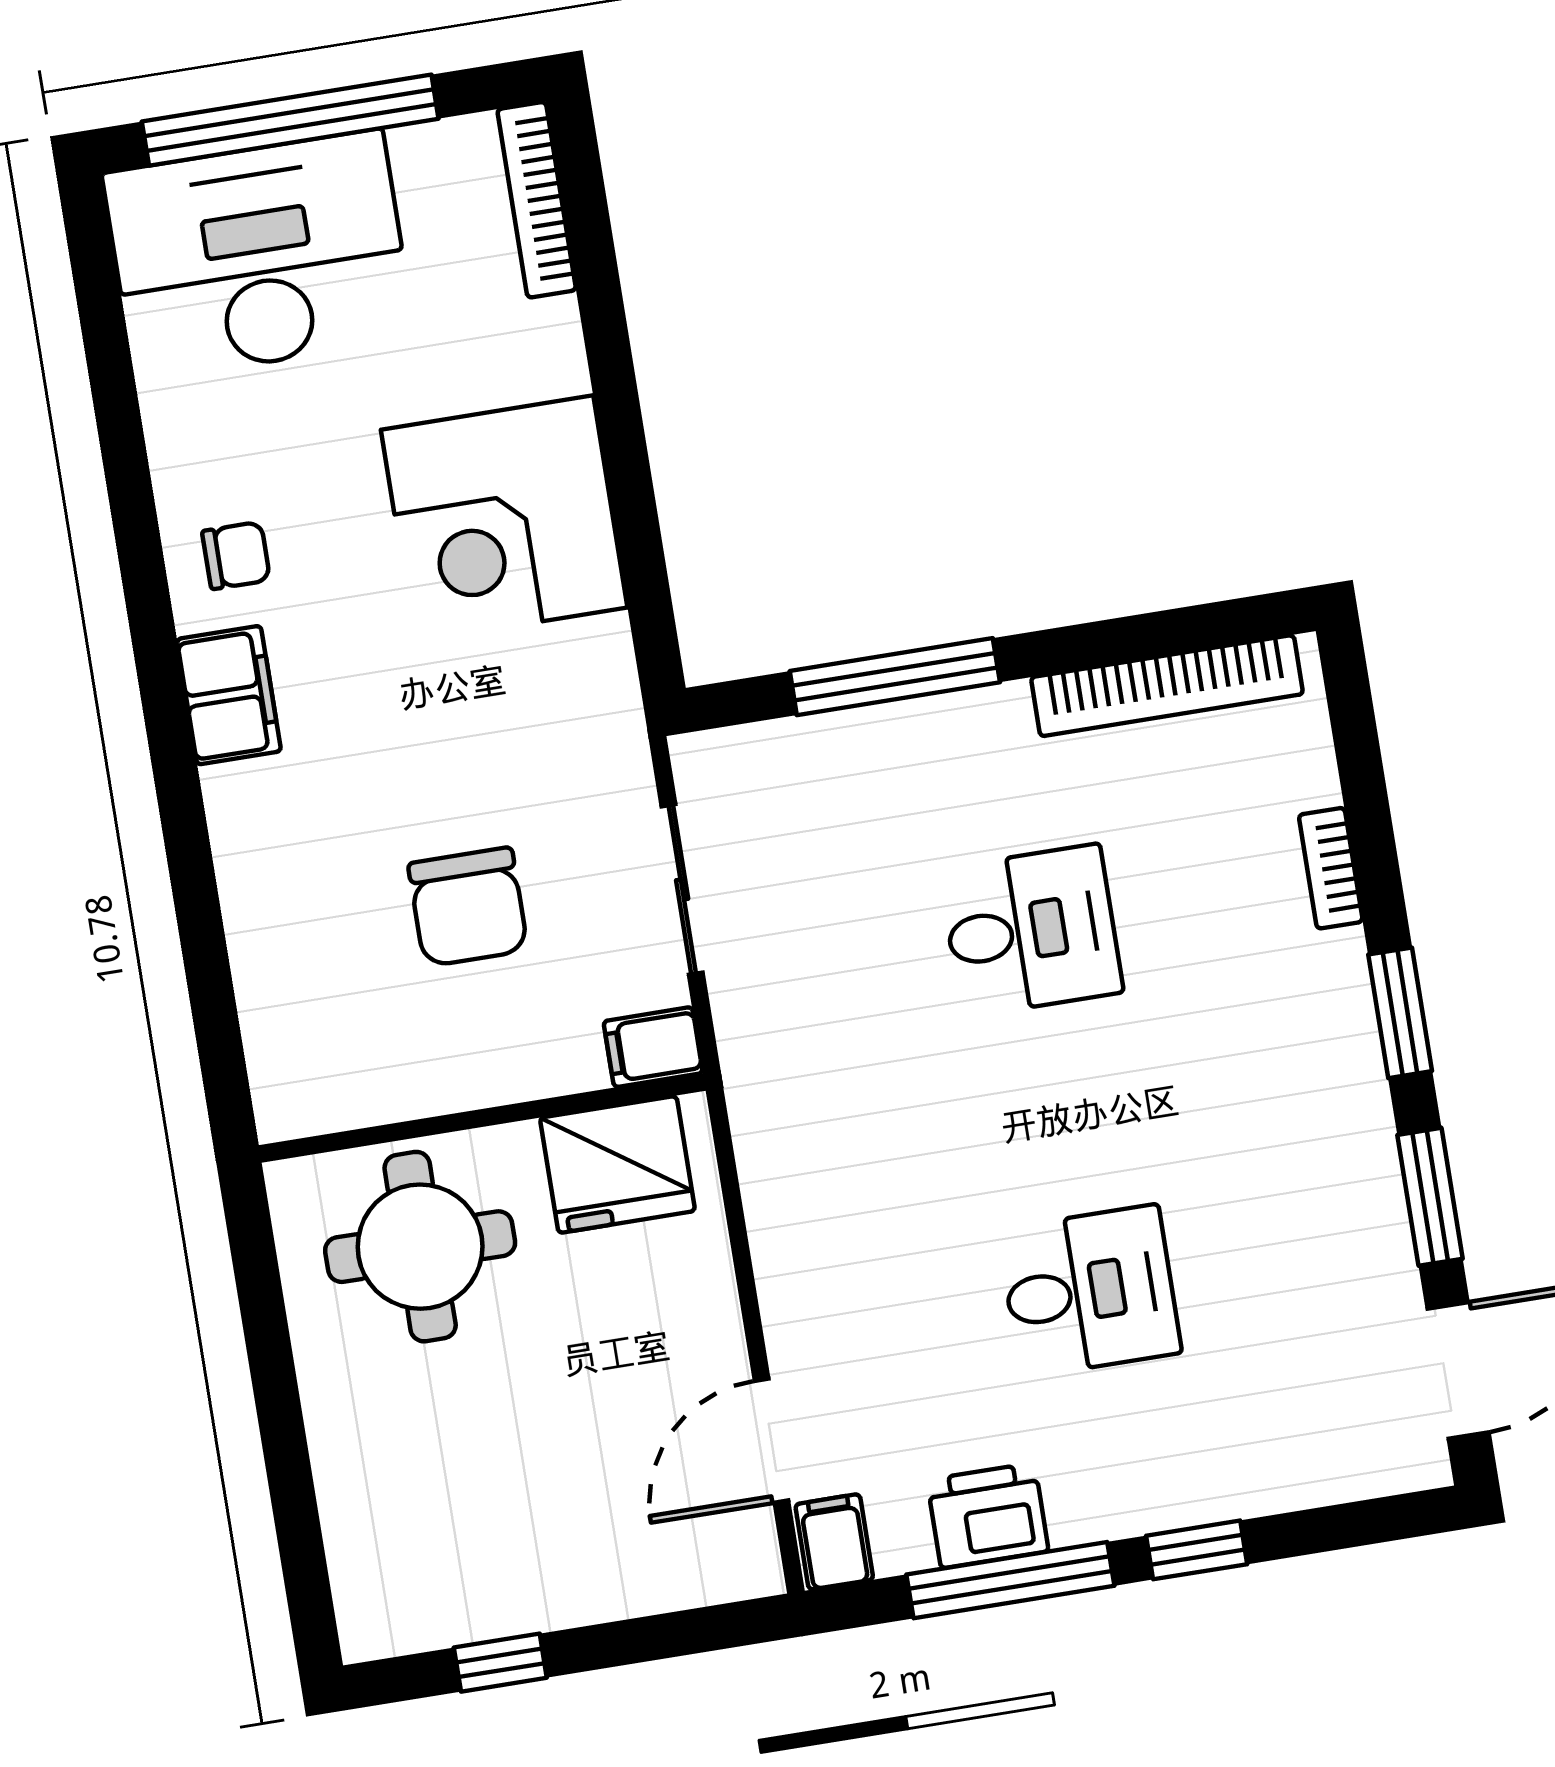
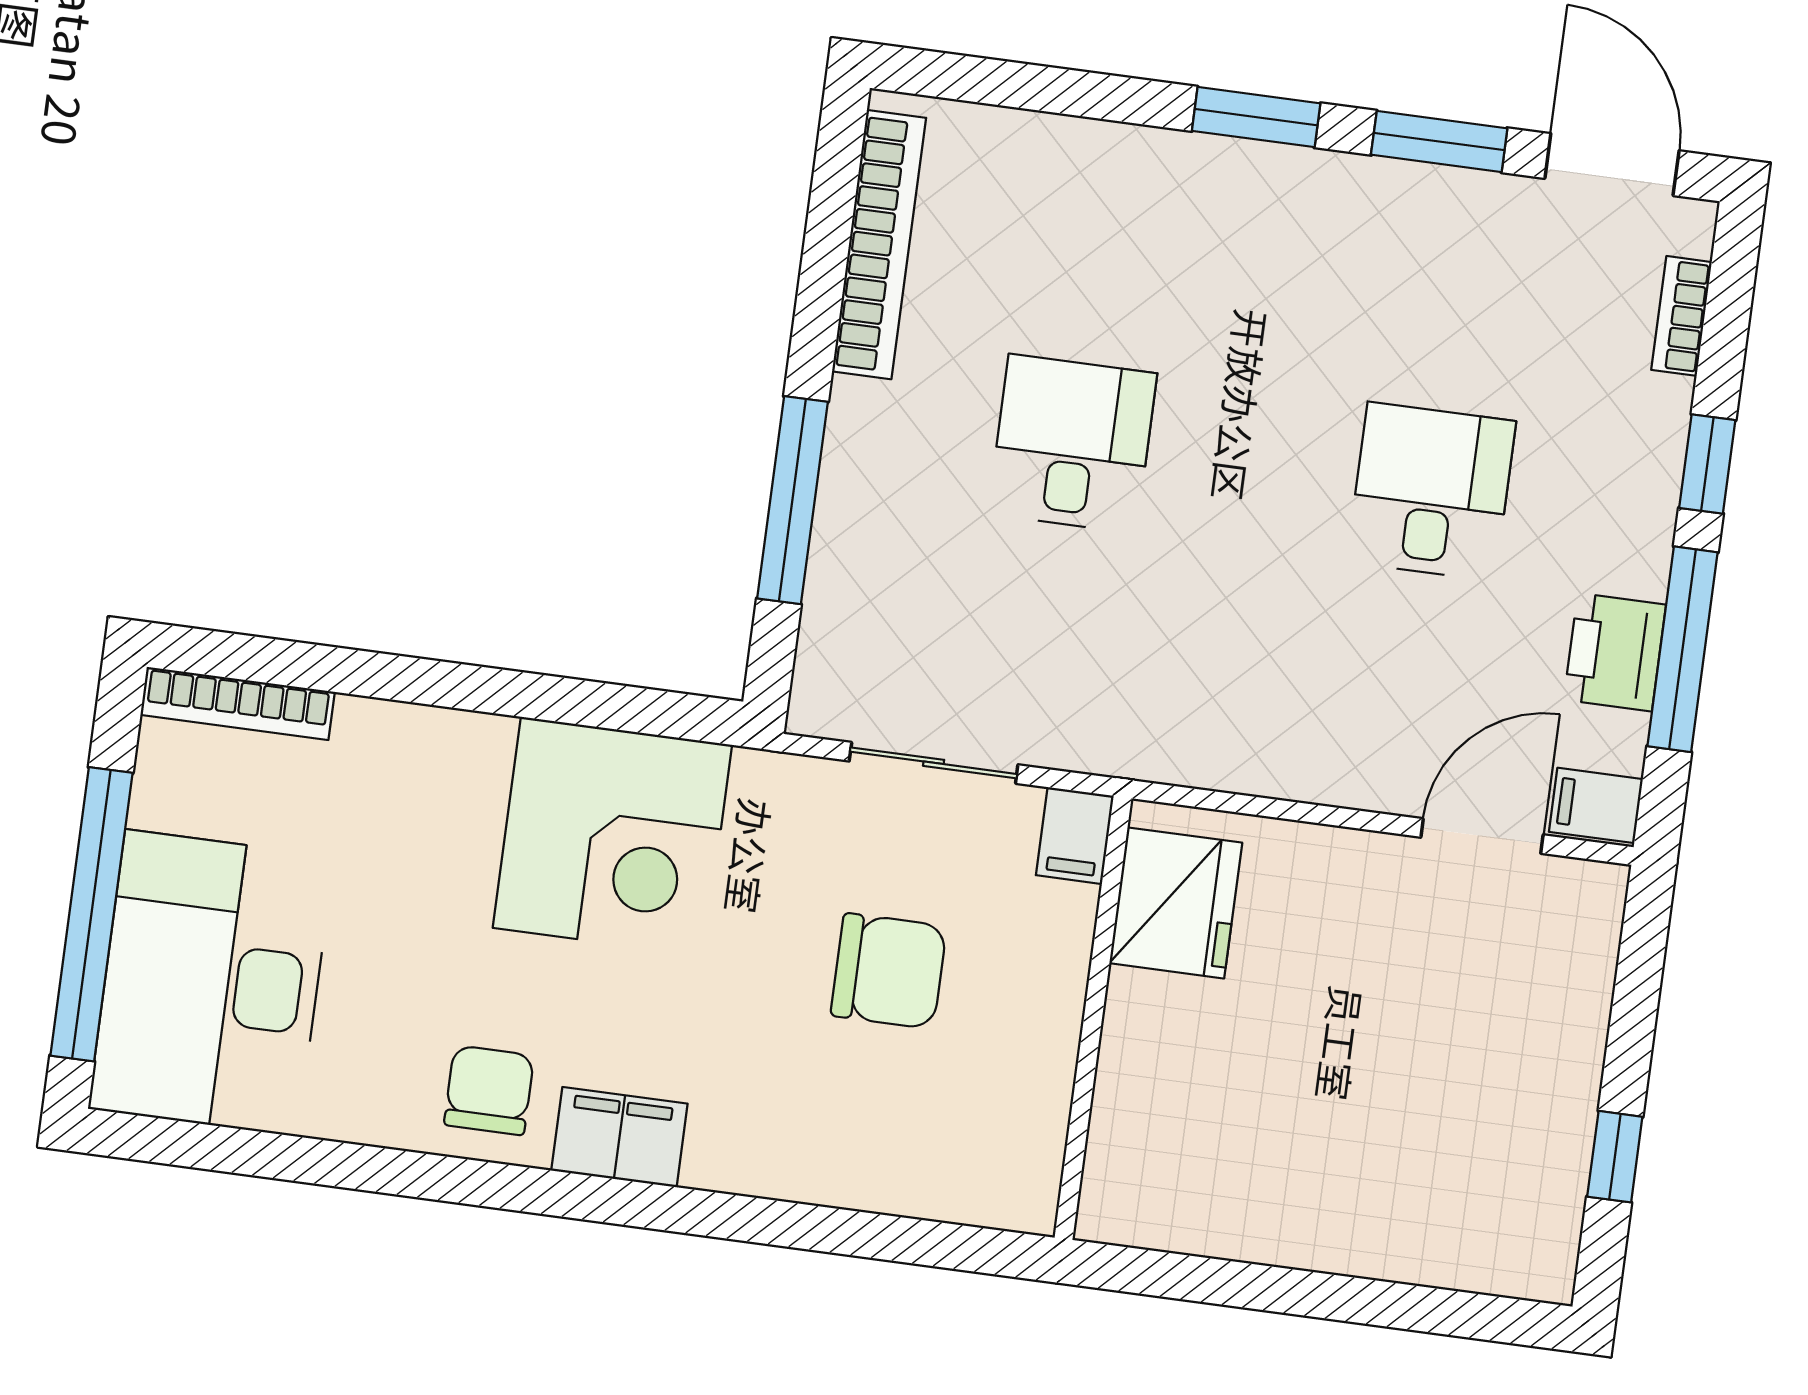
corner desk: (504, 519) -> (612, 836), moved
chair: (236, 556) -> (489, 1090), width x1.37, depth x1.37
bookcase: (1331, 868) -> (1682, 316), moved, turned 90
round table: (420, 1247) -> (1197, 1114), removed
door: (771, 1441) -> (1482, 836), swing flipped

